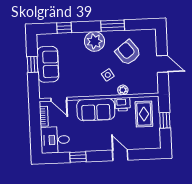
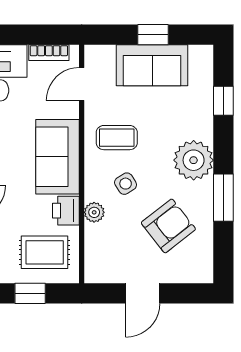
coffee table: (85, 80) -> (117, 138), added

